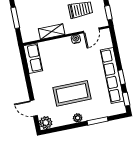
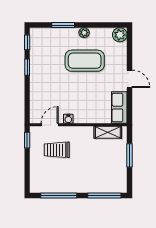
shelving: (52, 32) -> (108, 132), moved
row of seats: (112, 76) -> (37, 71), removed
door: (34, 108) -> (129, 79), moved

